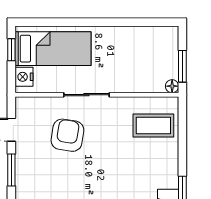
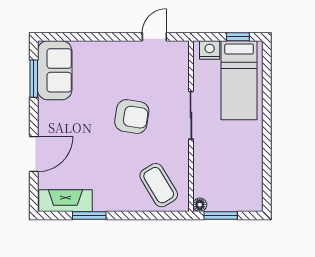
coffee table: (153, 126) -> (159, 185), turned -31
armchair: (67, 135) -> (132, 117), moved
window: (11, 170) -> (112, 37), removed

